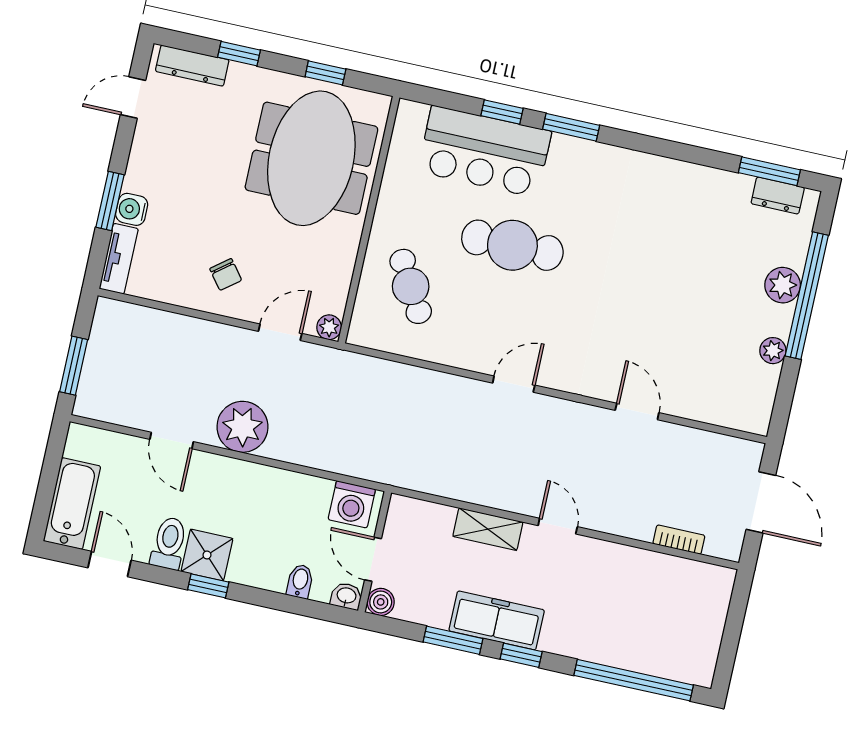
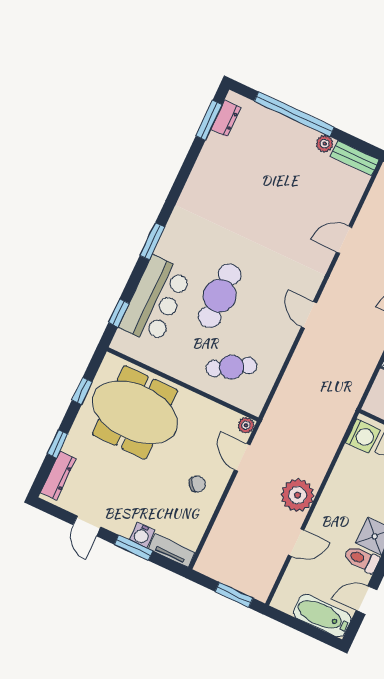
door: (133, 97) -> (87, 526), moved
window: (502, 112) -> (119, 313), moved
plant: (783, 285) -> (284, 128), removed
bench: (762, 400) -> (355, 158), added

